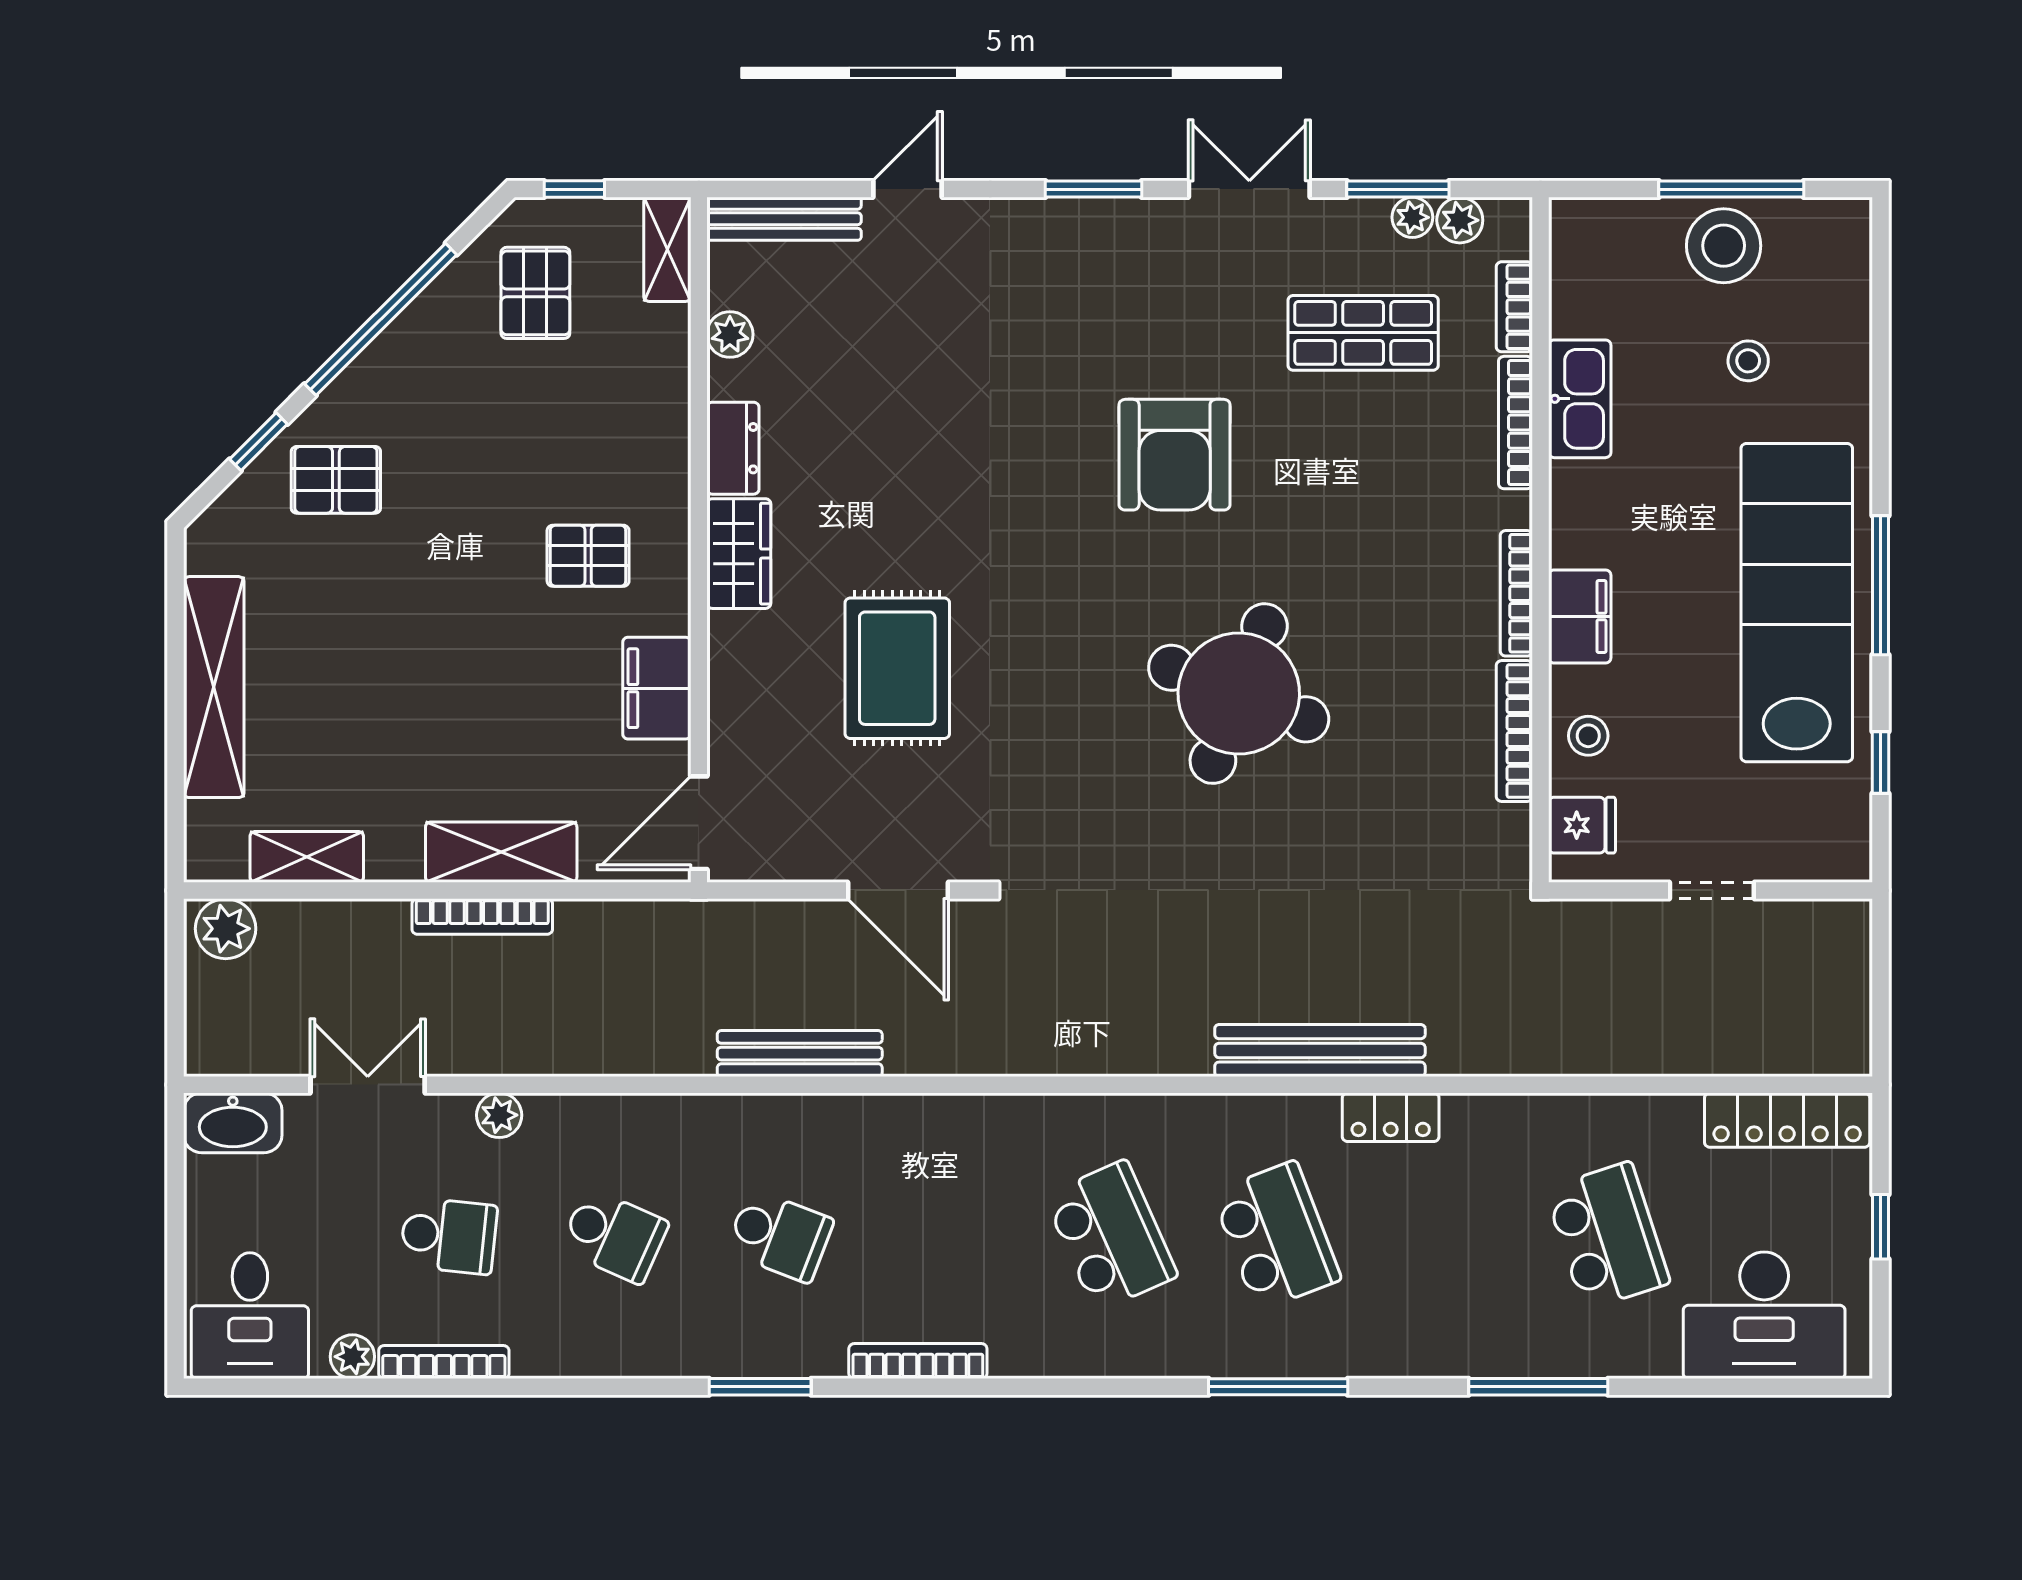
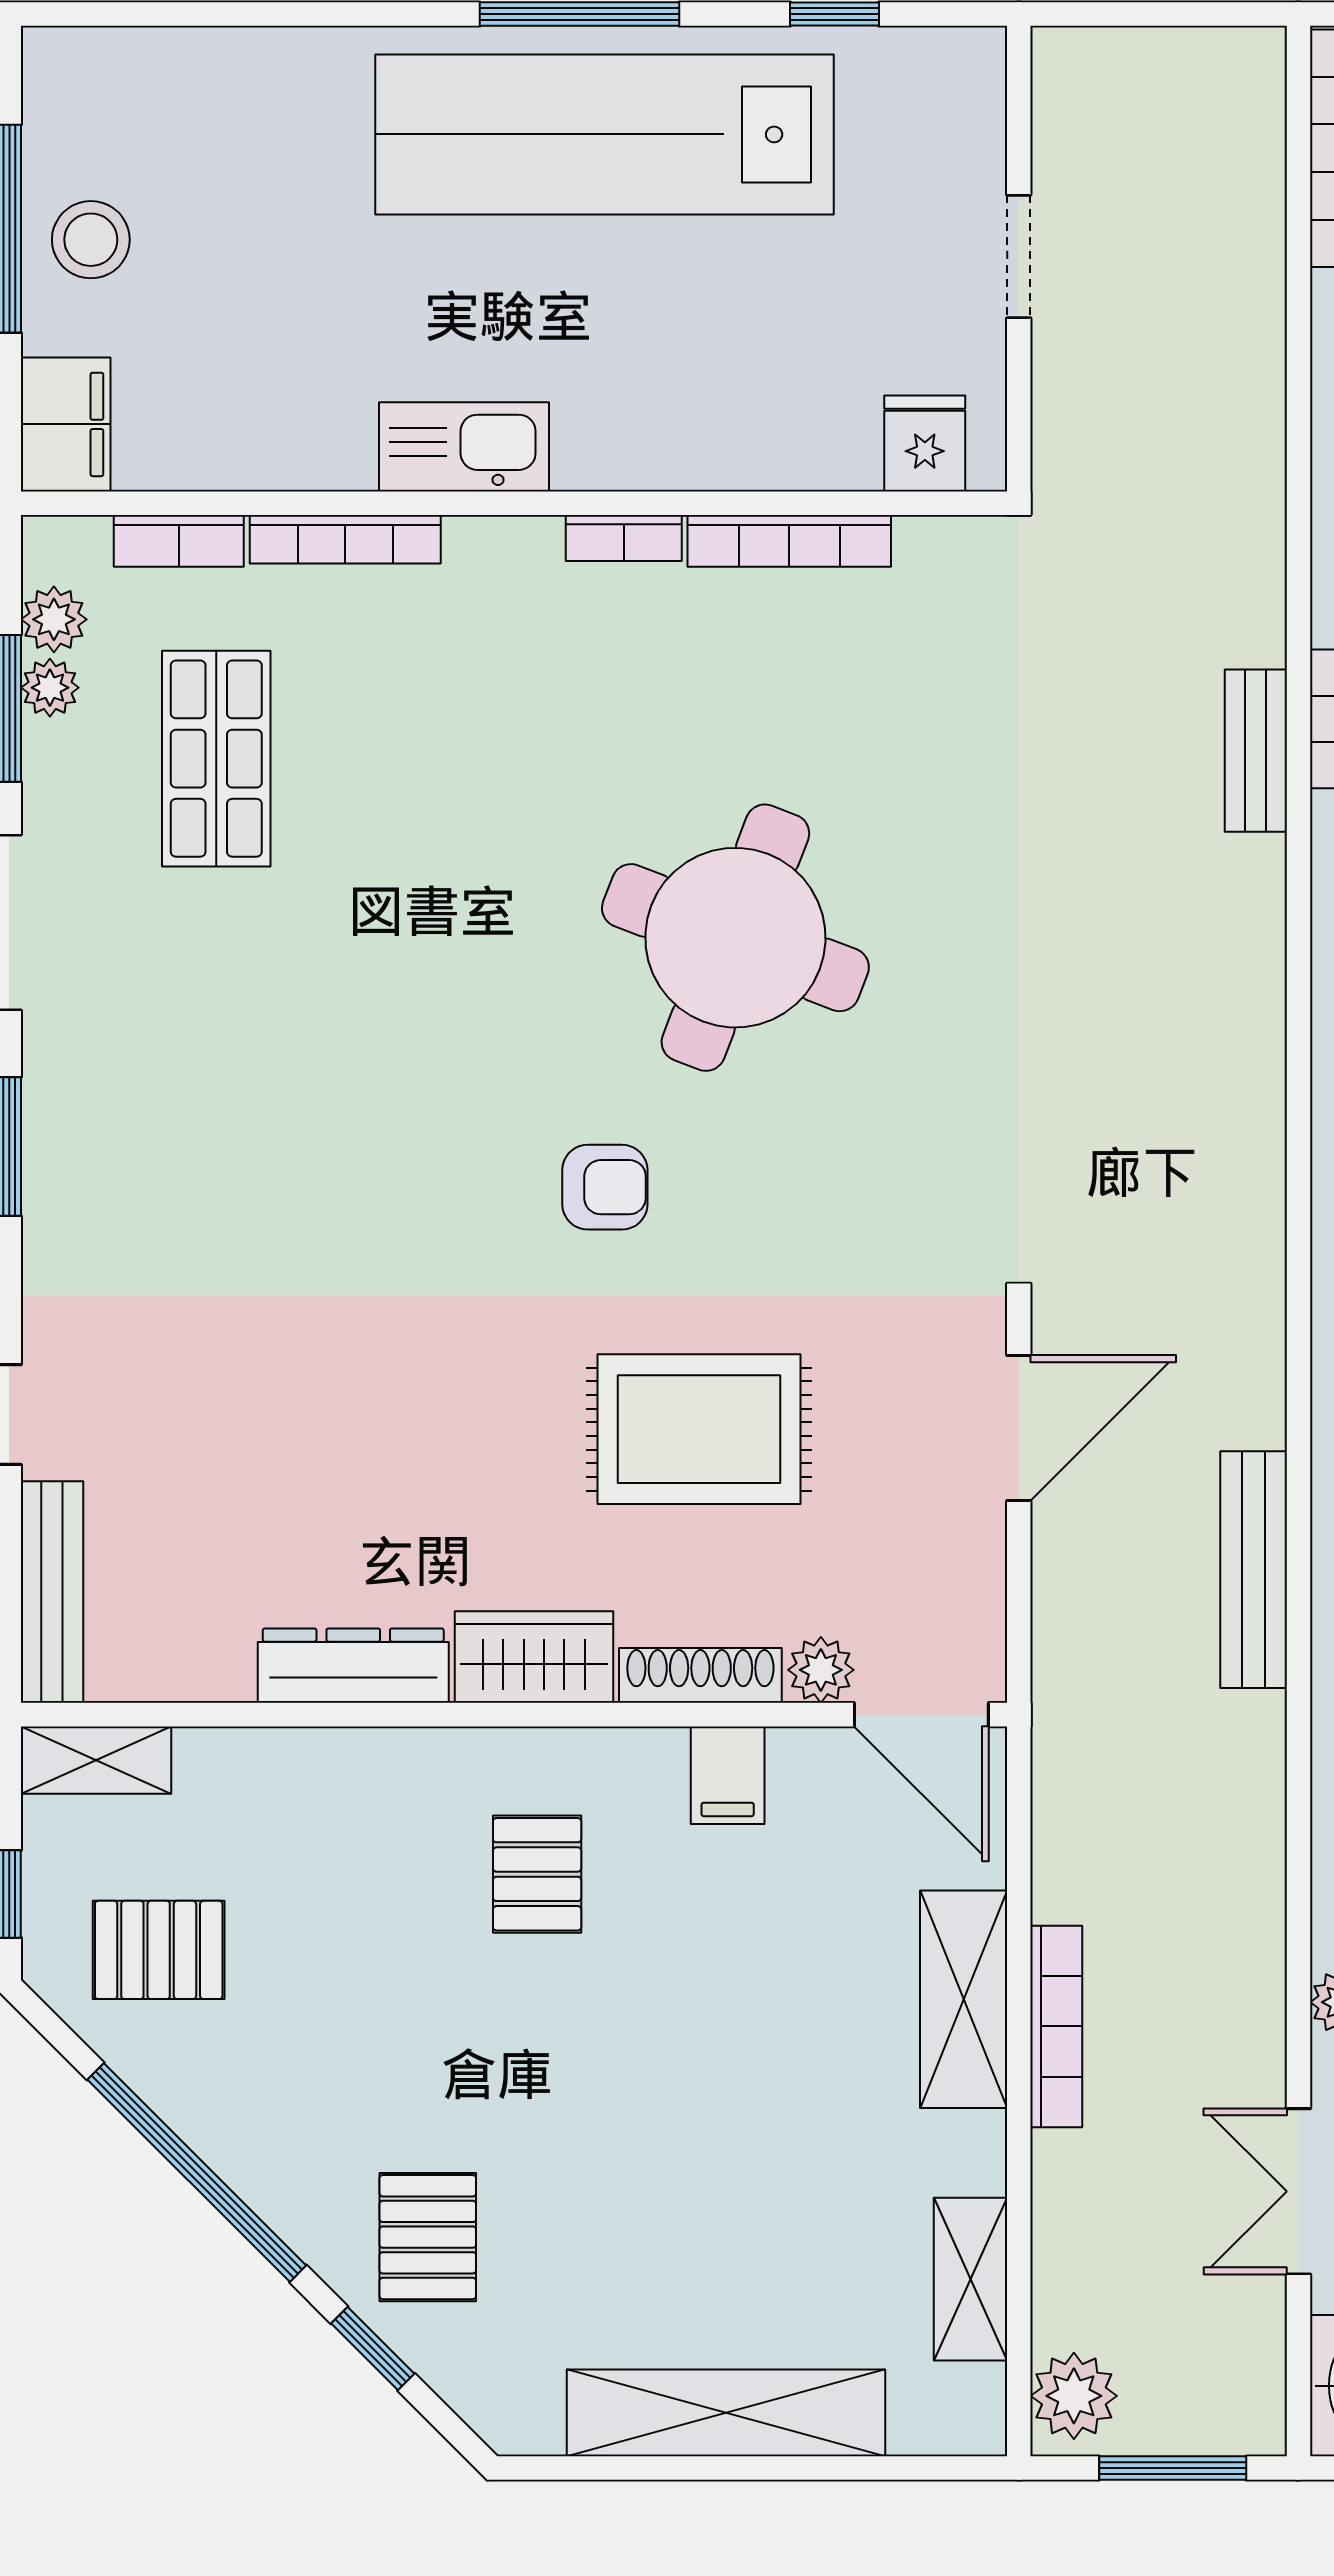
stool: (1724, 246) -> (91, 240), width x0.73, depth x0.73
plant: (730, 334) -> (821, 1670), moved
stool: (1748, 361) -> (256, 204), removed
kitchen sink: (1580, 399) -> (464, 447), moved
dresser: (733, 448) -> (353, 1666), width x1.44
armchair: (1175, 455) -> (605, 1187), moved, width x0.53, depth x0.53
bookcase: (1516, 593) -> (624, 538), width x0.64
filing cabinet: (1580, 617) -> (66, 424), moved, turned 90
shoe rack: (726, 669) -> (700, 1675), added
filing cabinet: (657, 688) -> (728, 1775), width x0.50
stool: (1588, 736) -> (796, 435), removed
window: (176, 997) -> (1173, 2468), added
bench: (1320, 1050) -> (1256, 751), width x0.54, depth x0.82

